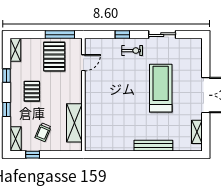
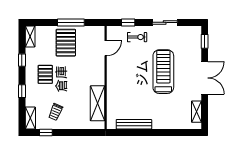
window: (206, 55) -> (205, 41), added
door: (83, 63) -> (106, 48), moved
wall: (83, 95) -> (106, 77), moved
shelving: (74, 123) -> (97, 103), moved
bench: (153, 146) -> (134, 124), moved

